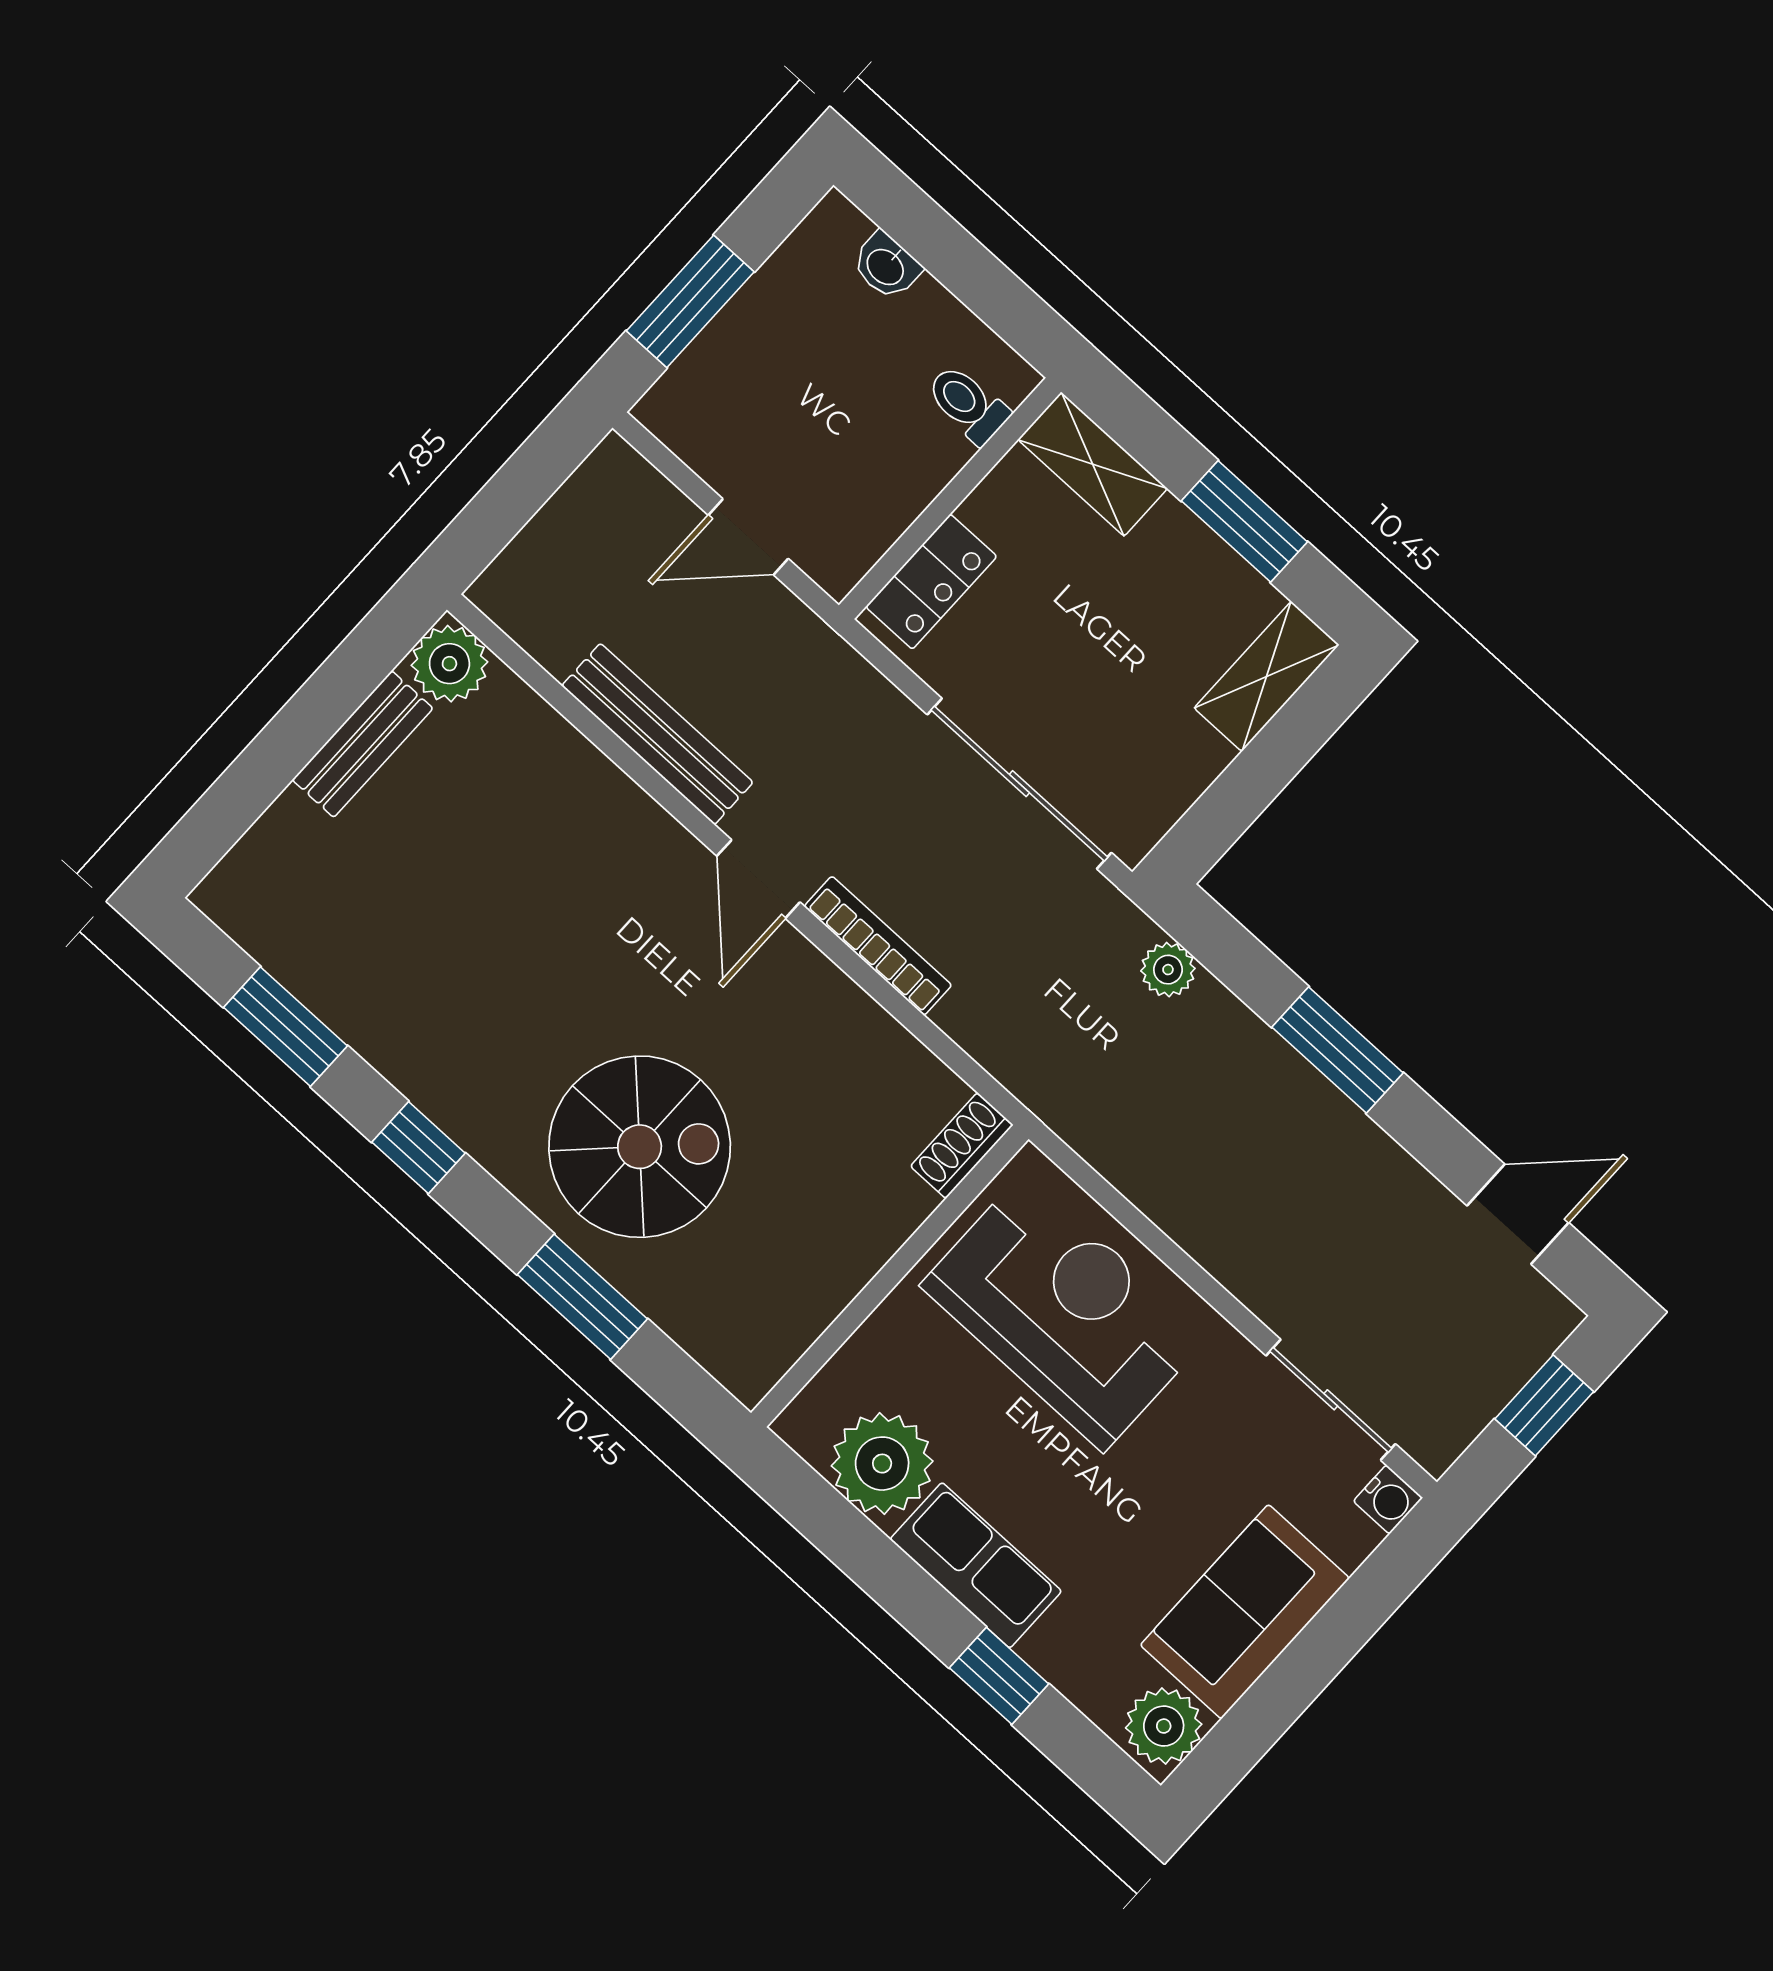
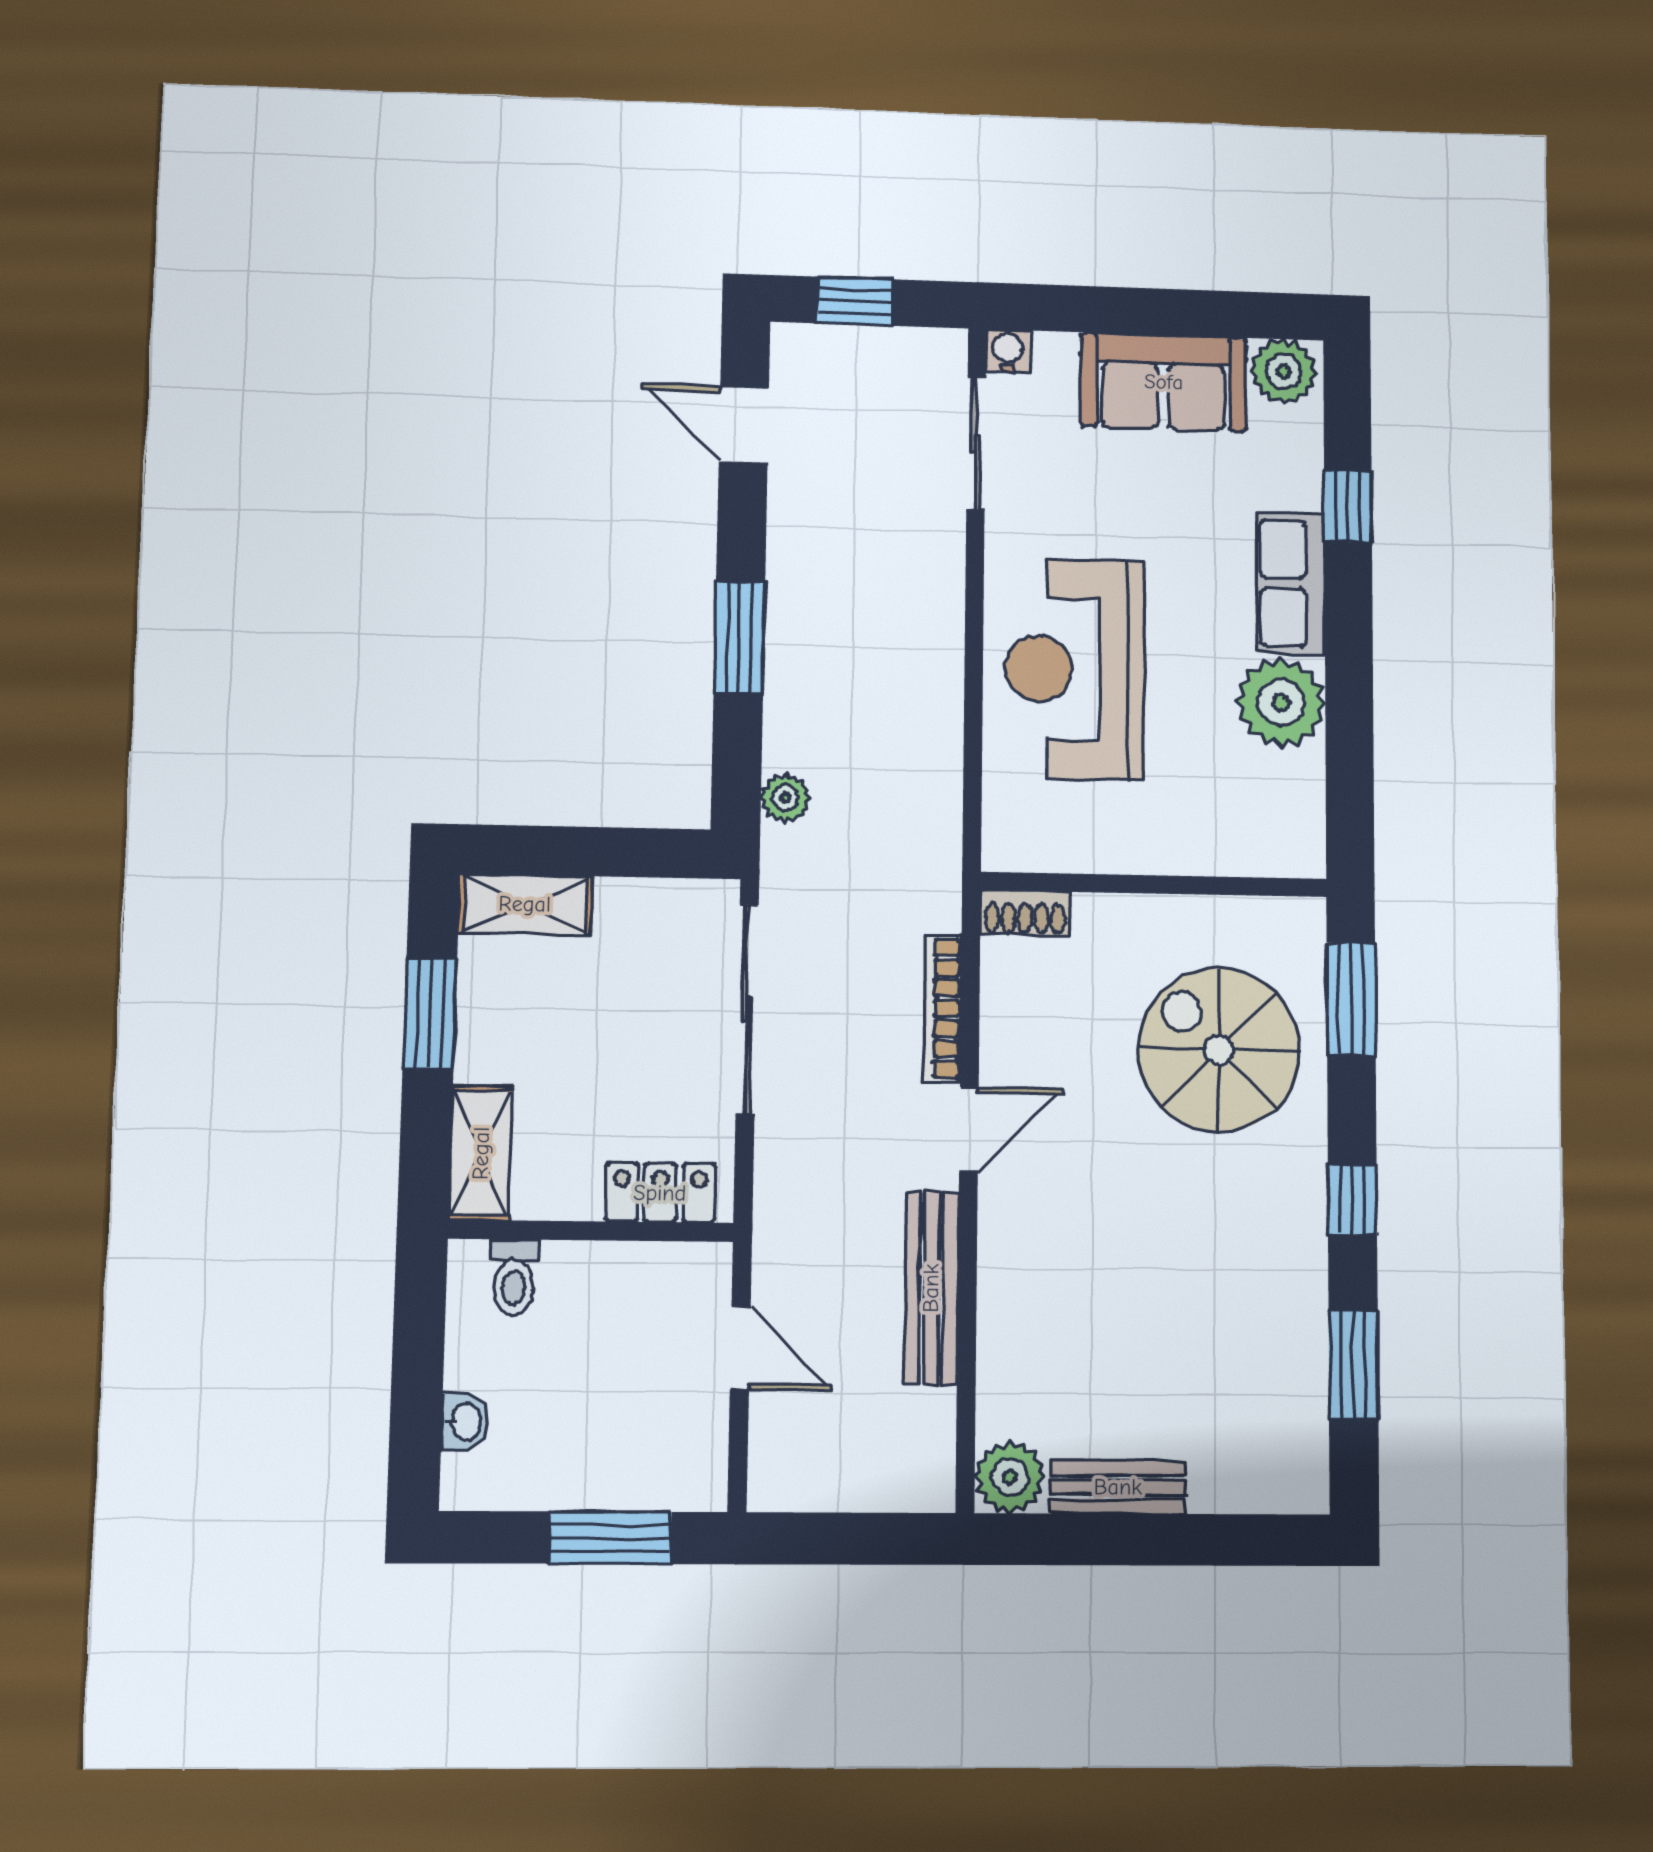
shoe rack: (962, 1146) -> (1025, 913), moved
wall: (890, 1276) -> (1154, 884), moved

